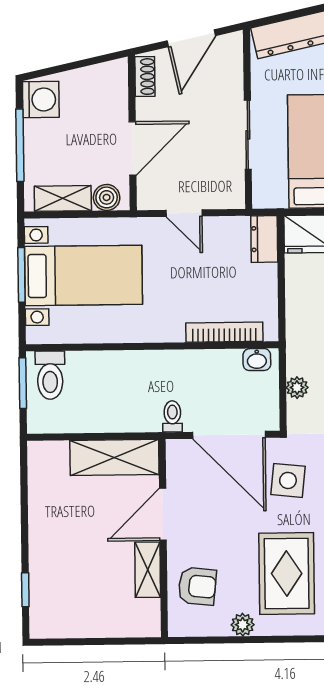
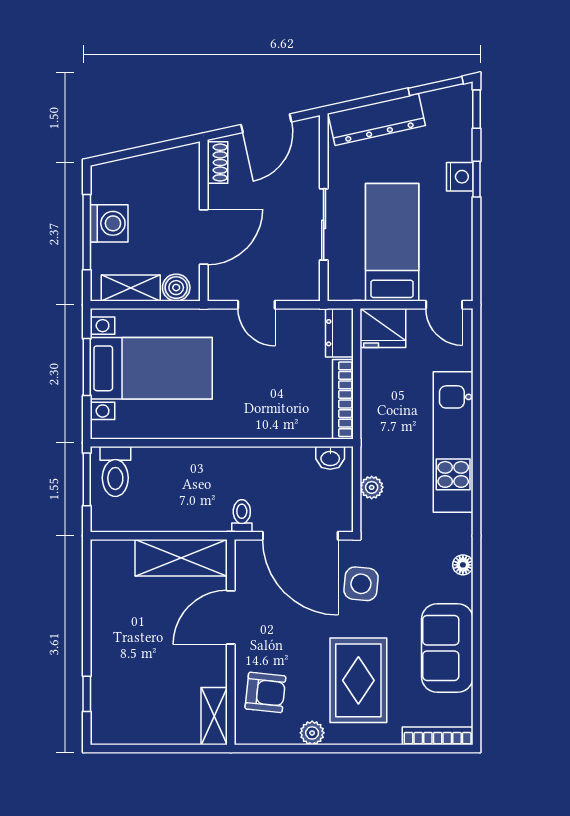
washing machine: (41, 100) -> (109, 223), moved
bookcase: (224, 332) -> (343, 399), moved, turned -90
shelving: (148, 570) -> (214, 716), moved

